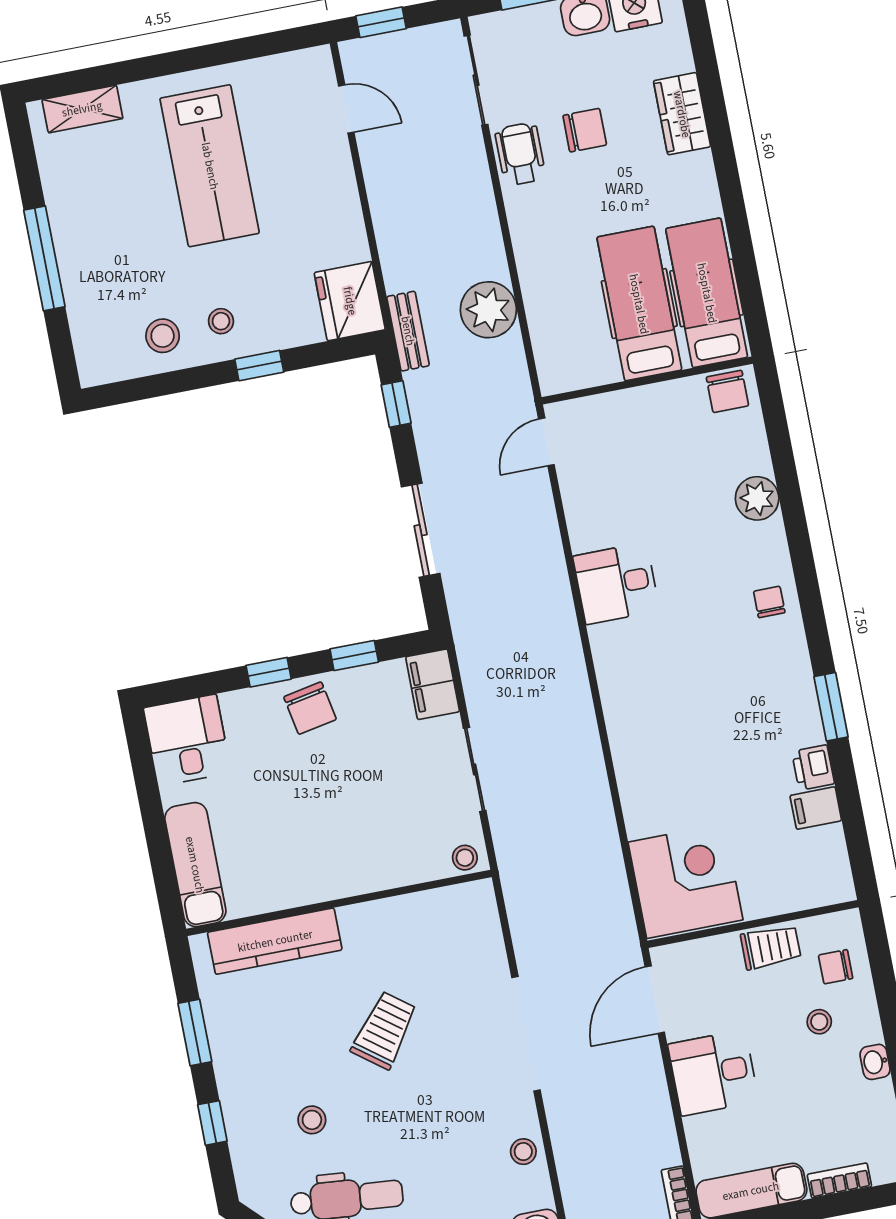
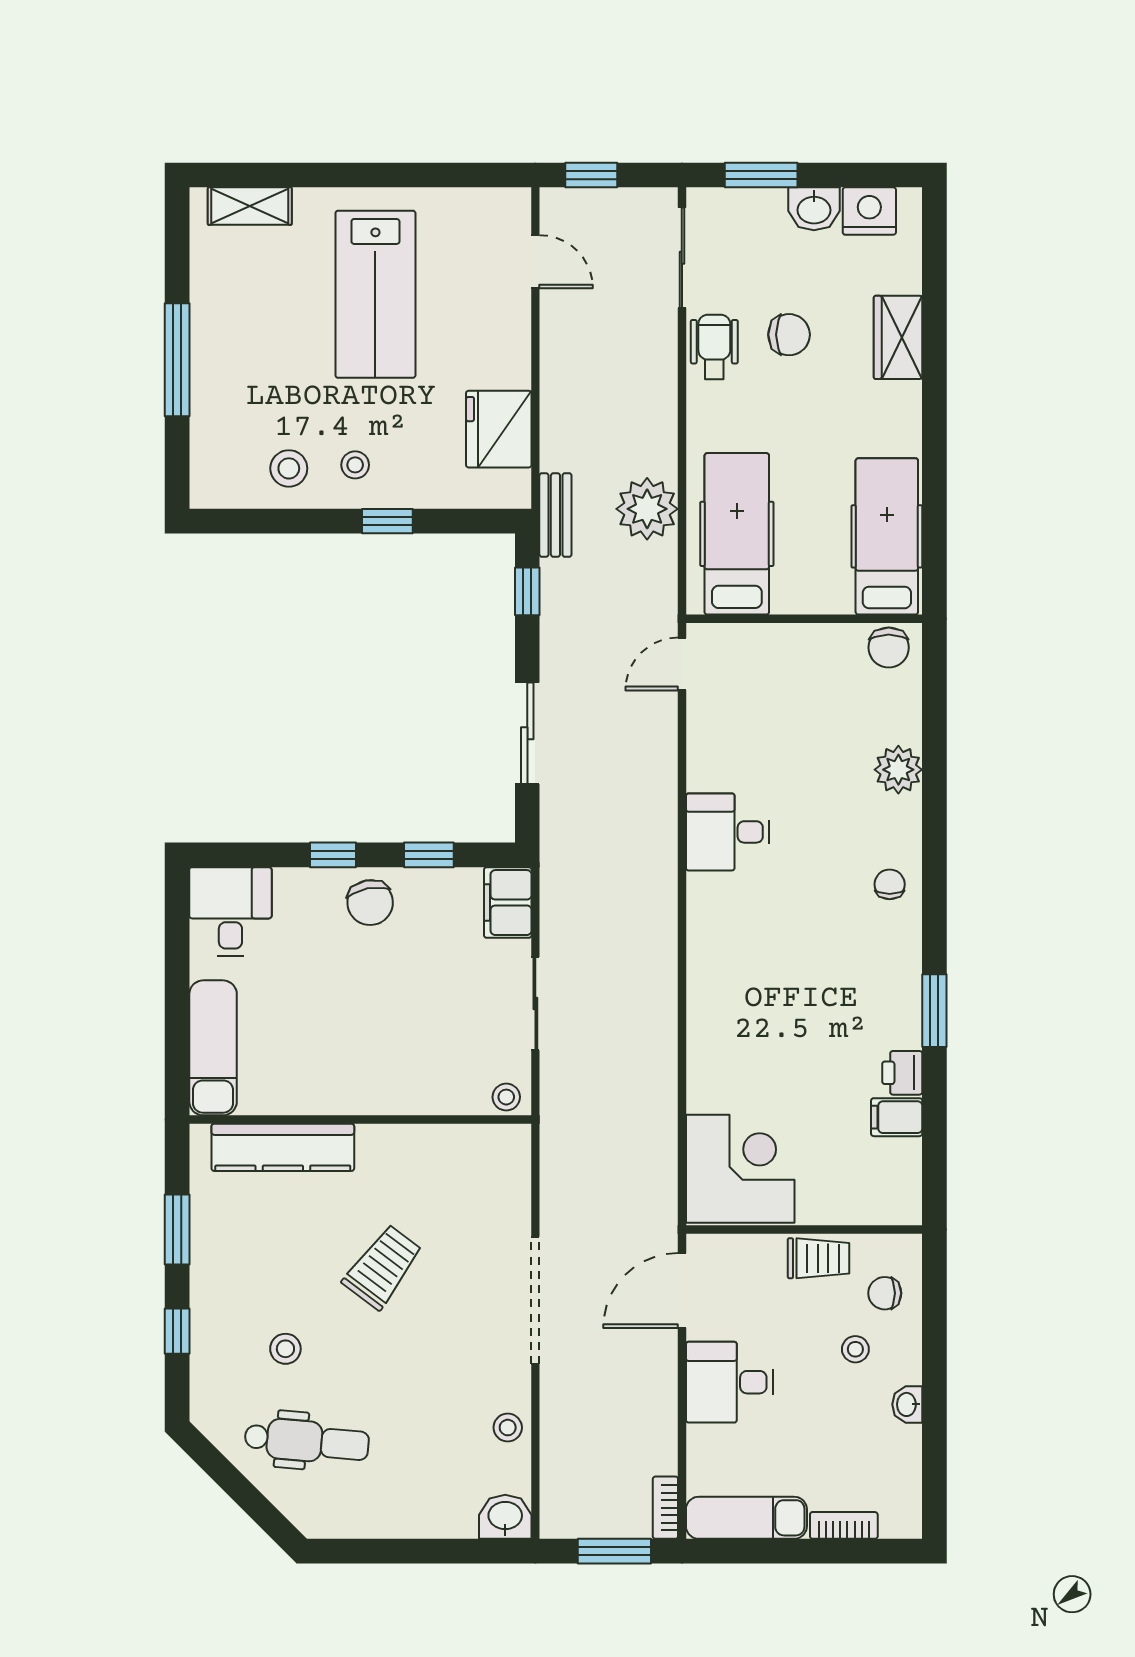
fridge: (350, 301) -> (499, 429), moved
hospital bed: (639, 304) -> (737, 534), moved

